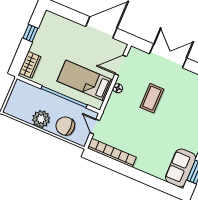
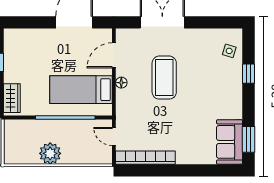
coffee table: (152, 98) -> (164, 78), width x1.36, depth x1.32
chair: (65, 126) -> (81, 150), removed

